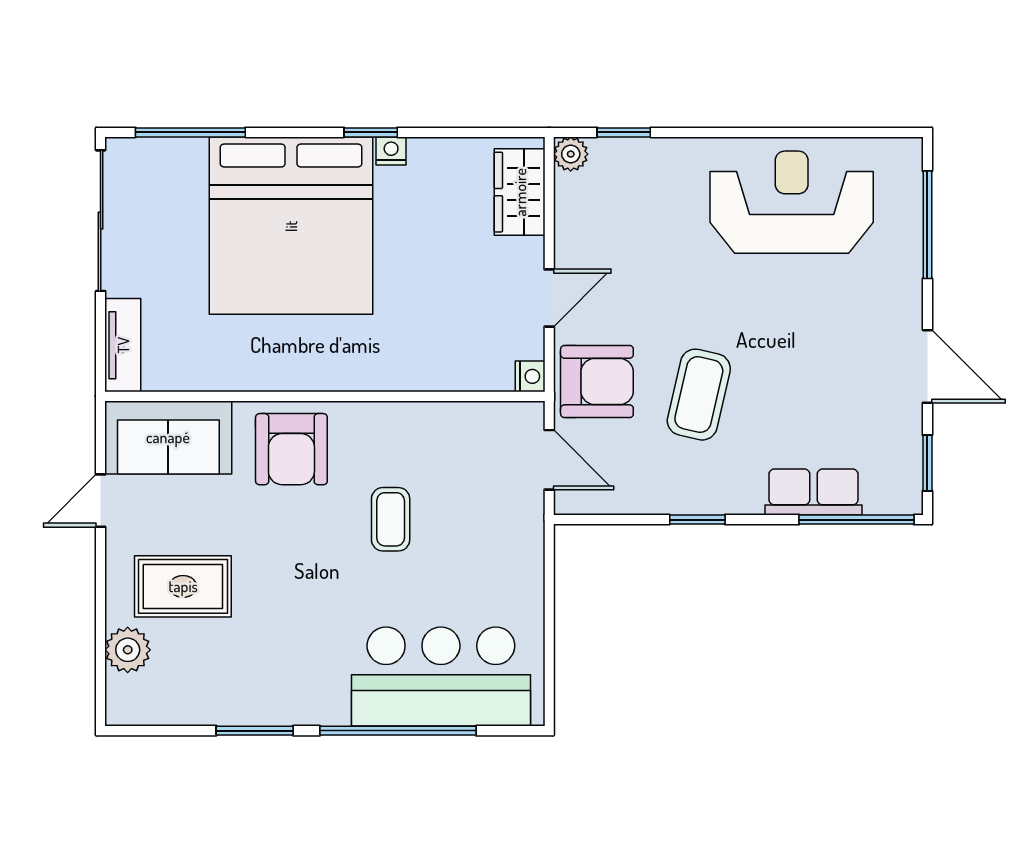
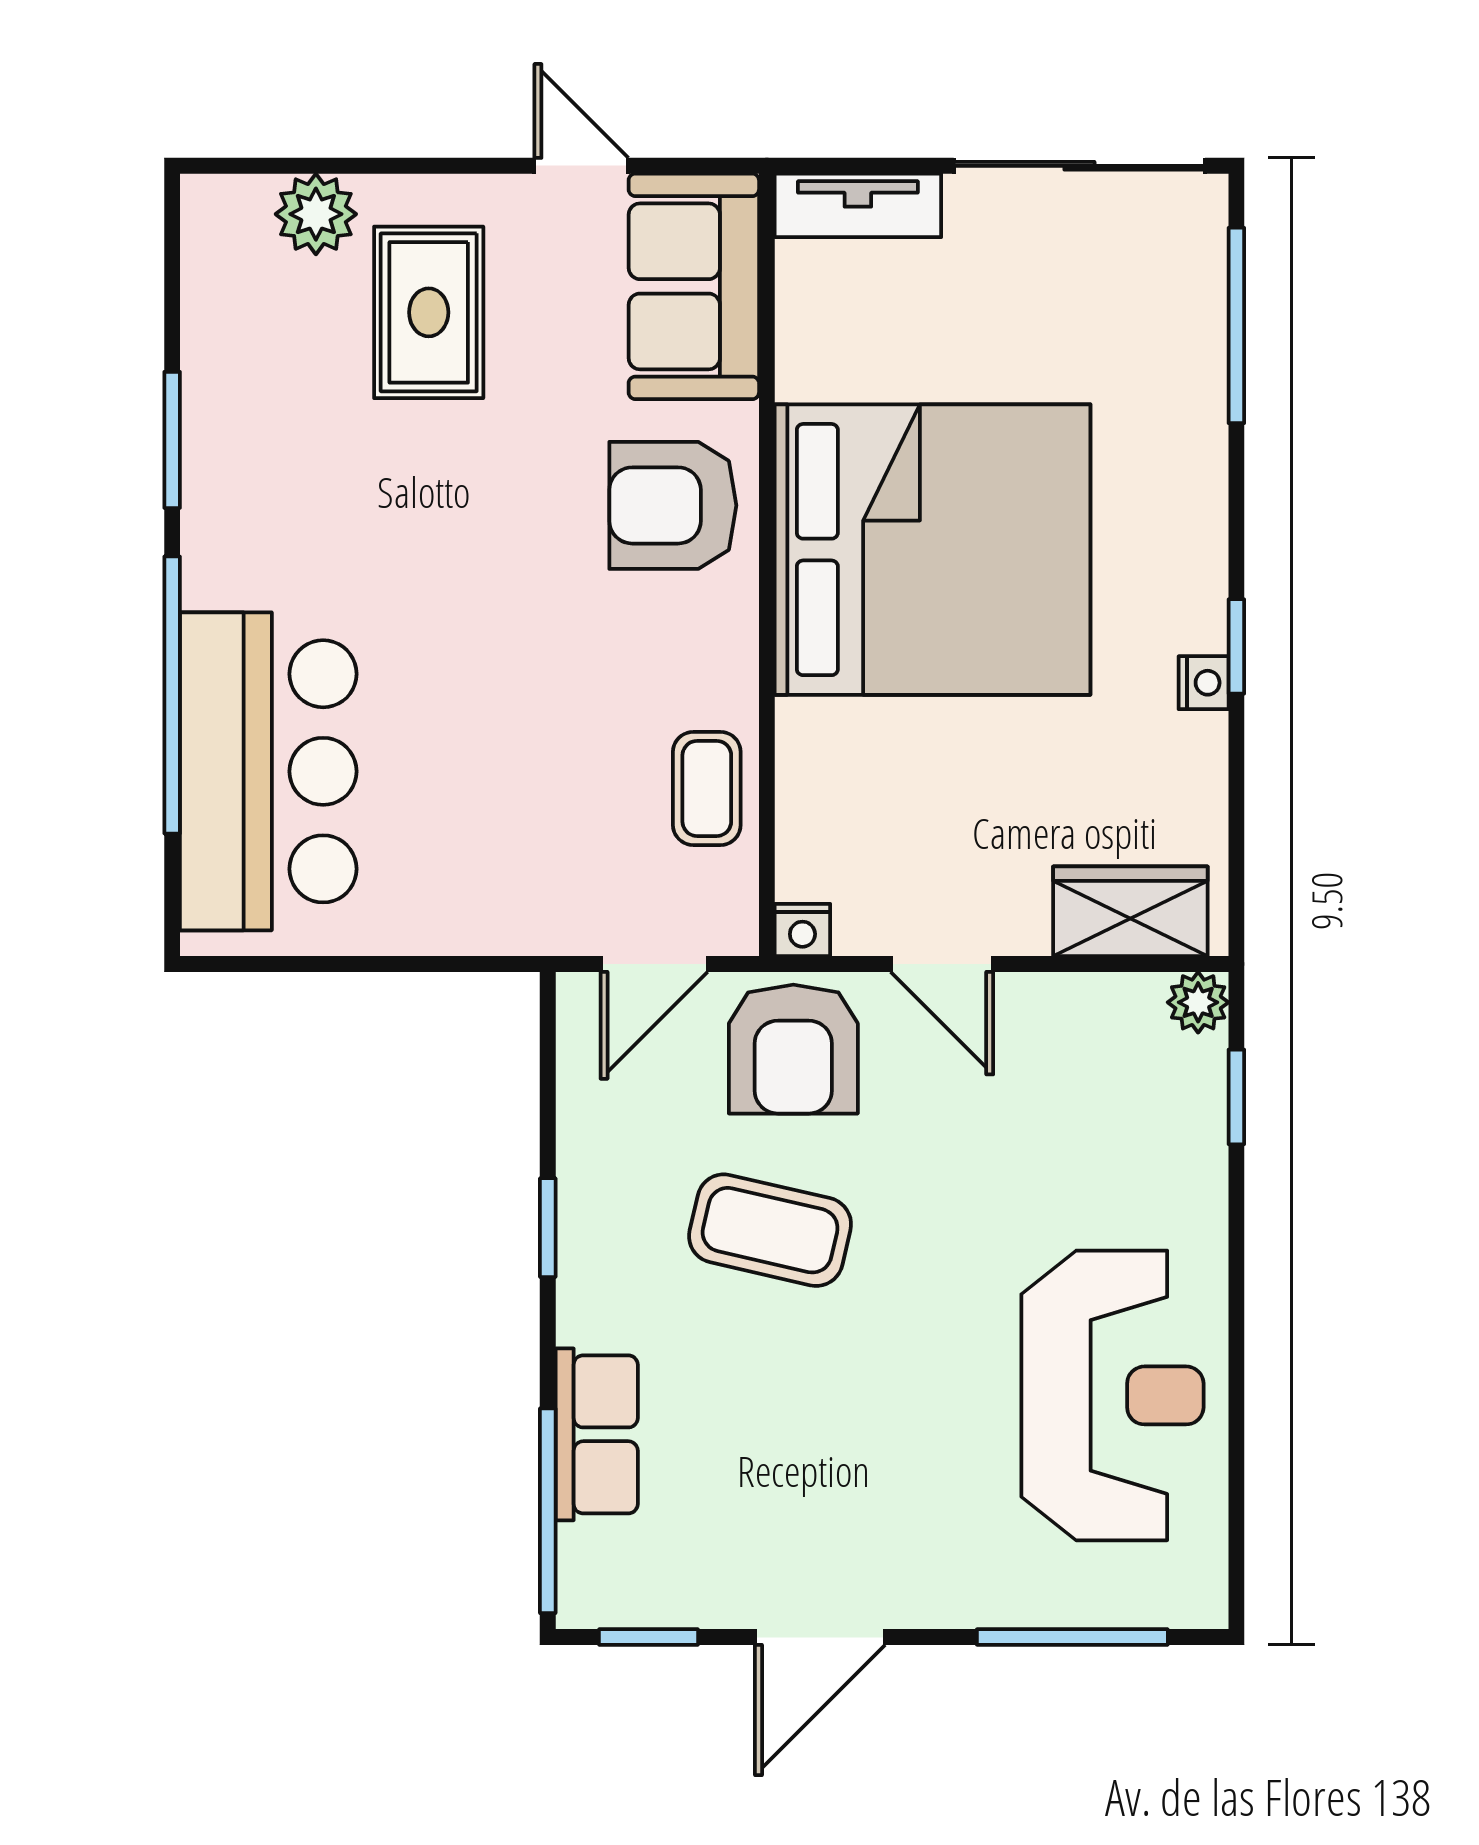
bed: (291, 226) -> (933, 550), moved, turned 180
coffee table: (391, 519) -> (707, 788), moved, turned 90

